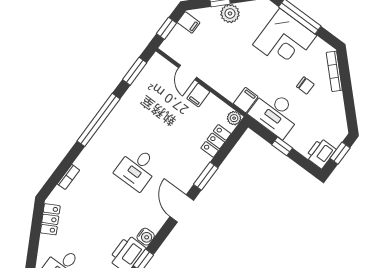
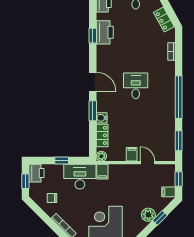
chair: (305, 85) -> (52, 198), moved
water cooler: (146, 237) -> (102, 118), moved

